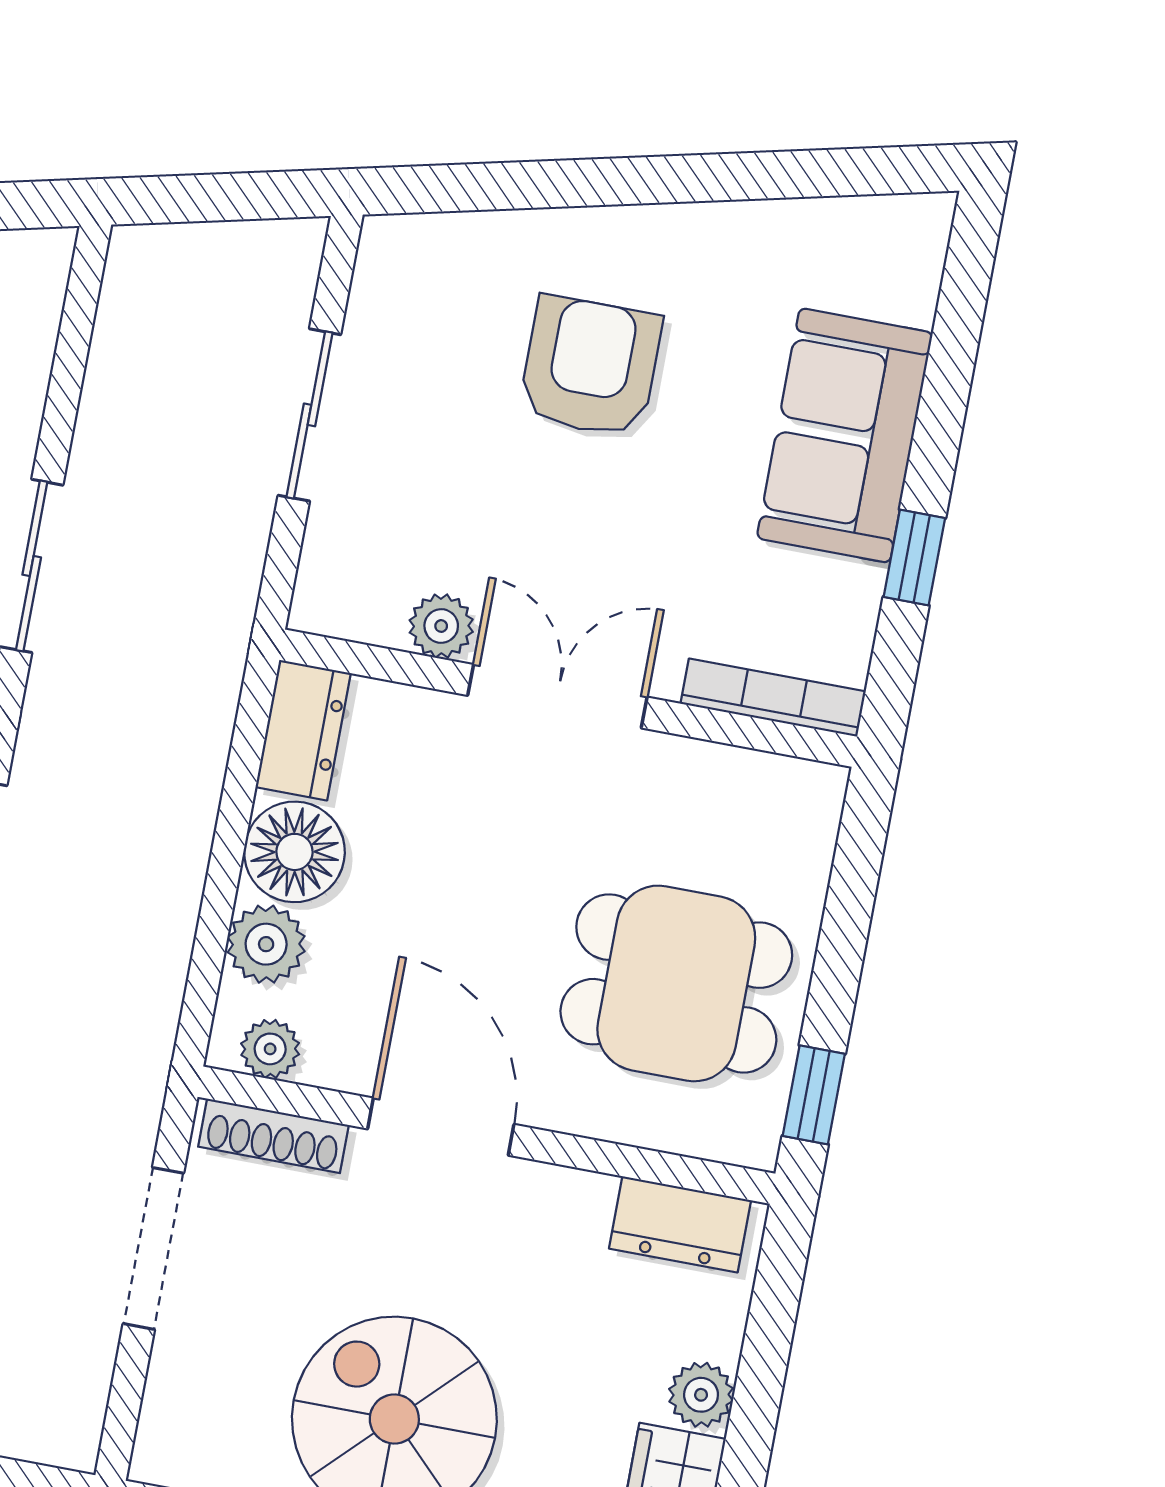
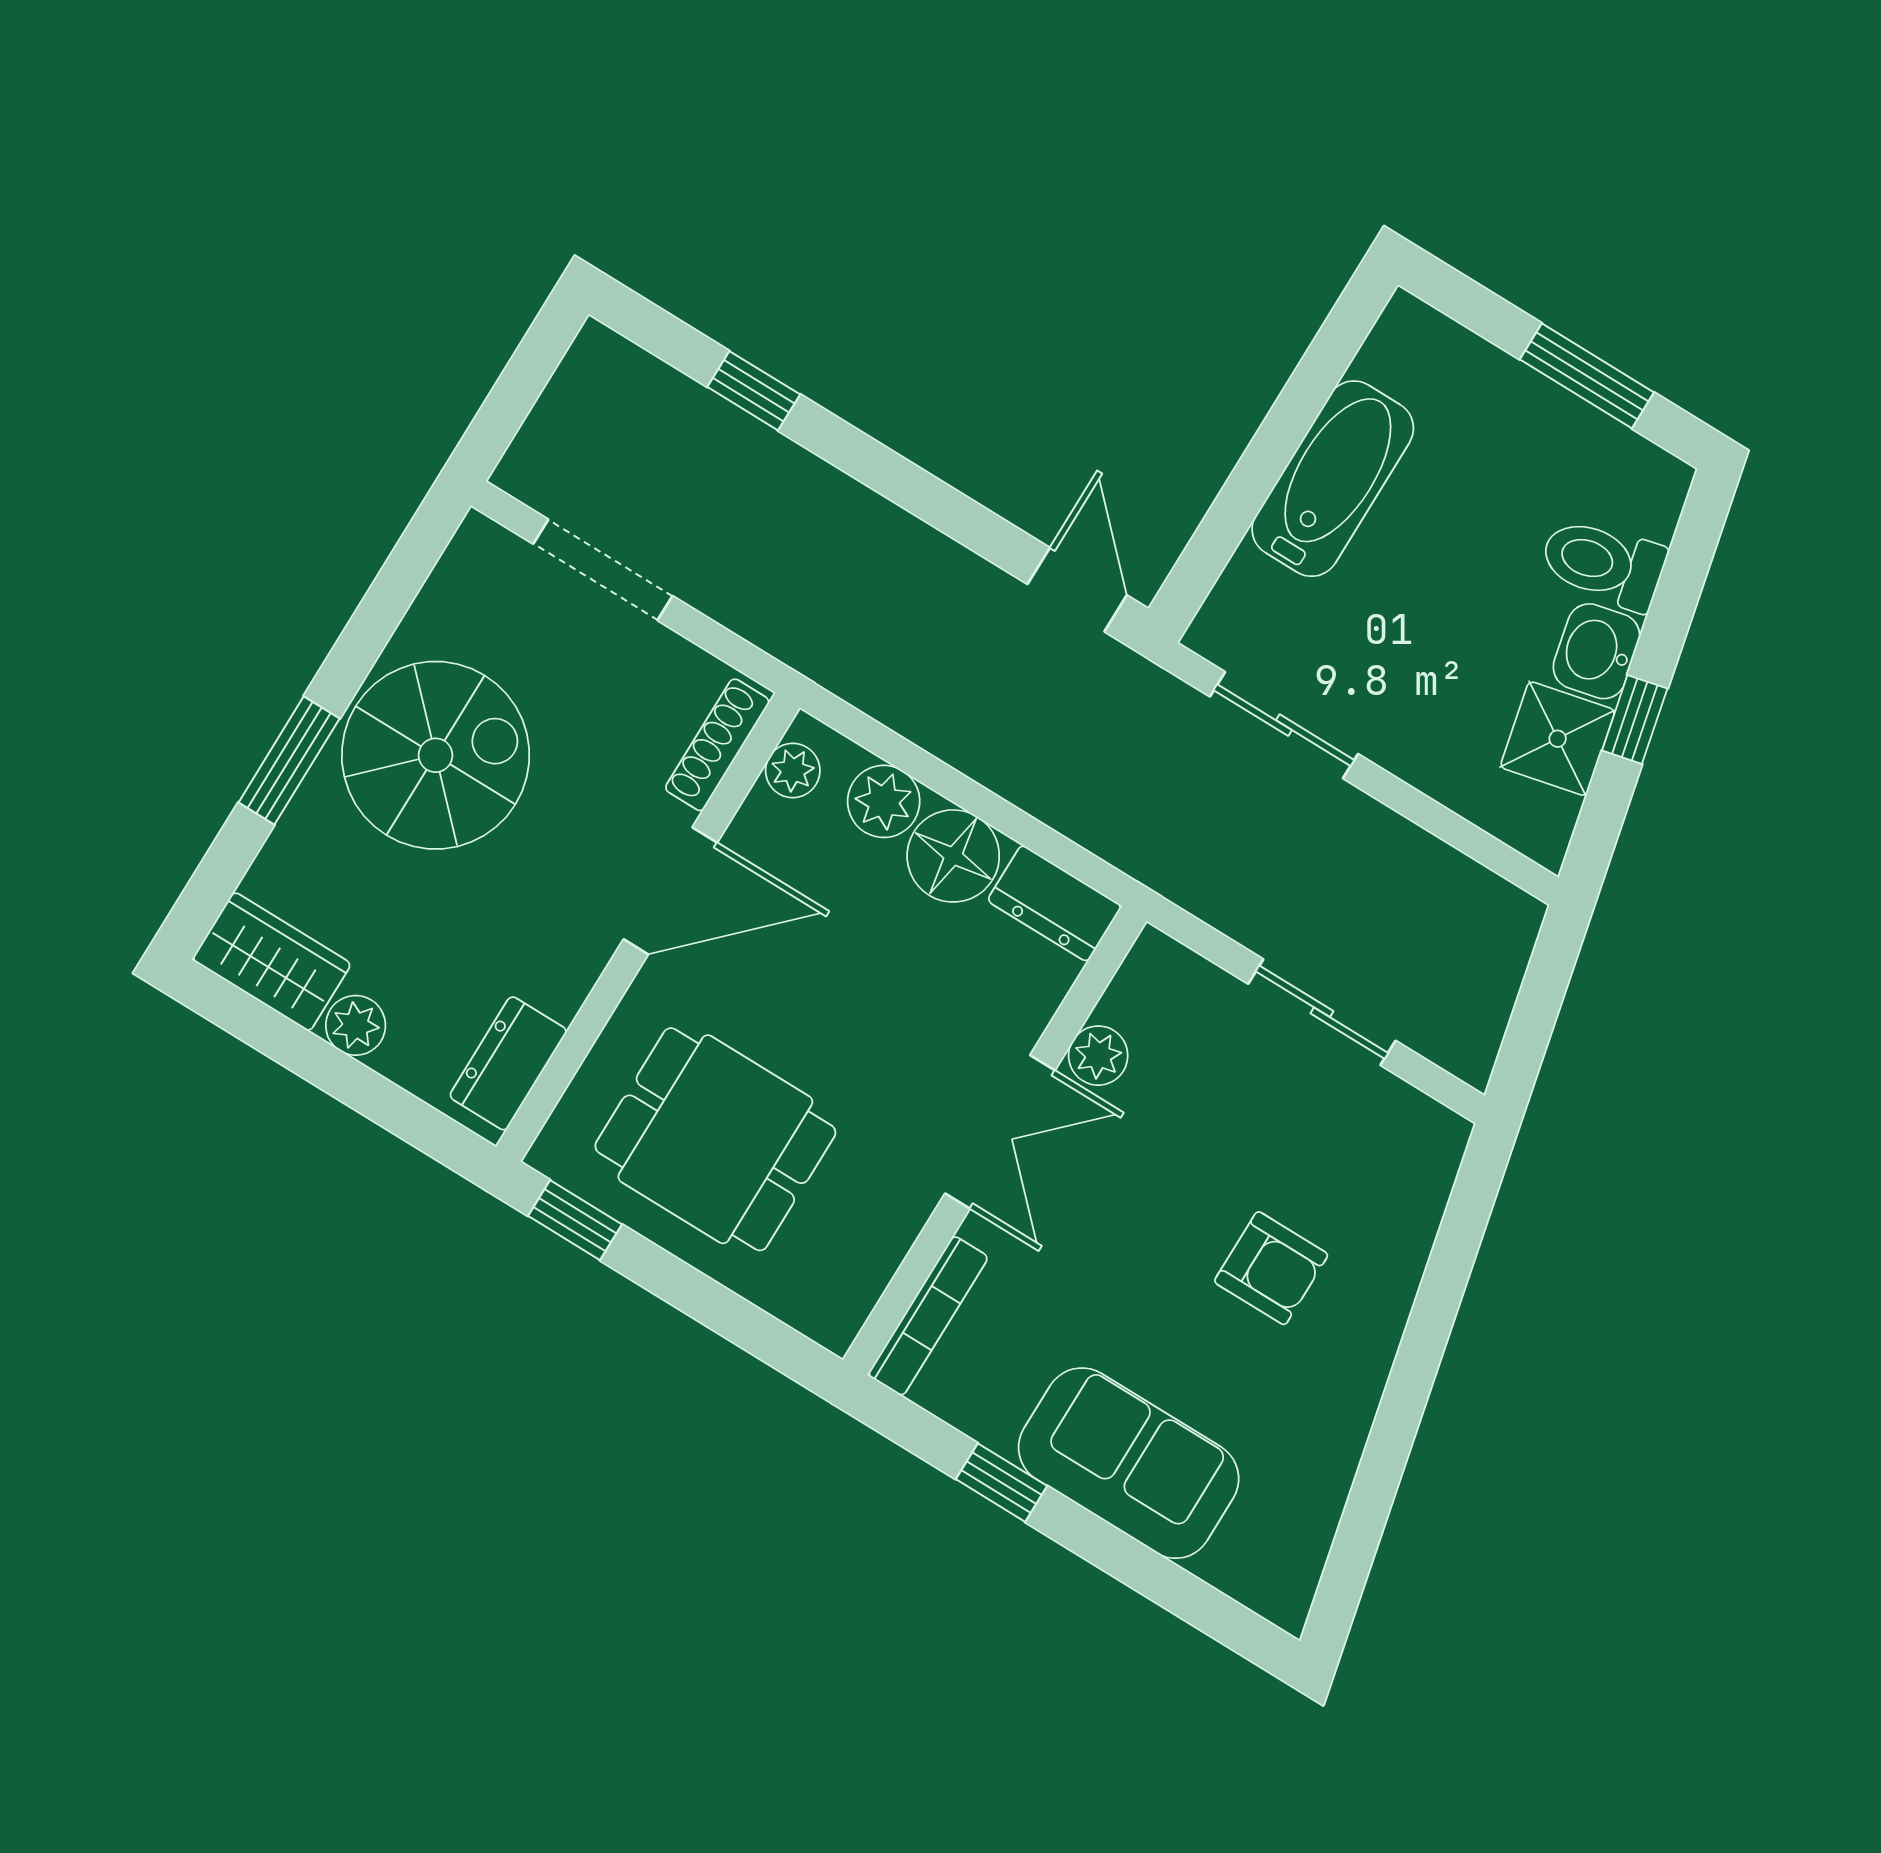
armchair: (590, 367) -> (1271, 1268), width x0.72, depth x0.72
dining table: (676, 983) -> (715, 1139), turned 90
doorway: (153, 1248) -> (603, 570), moved

